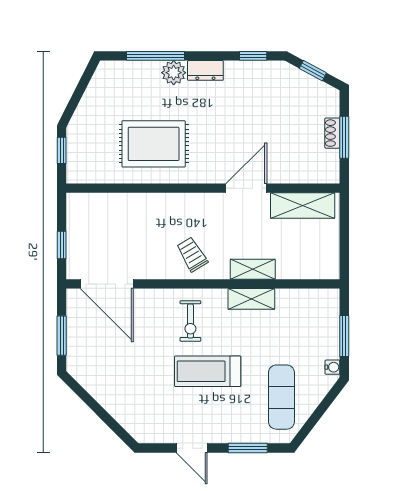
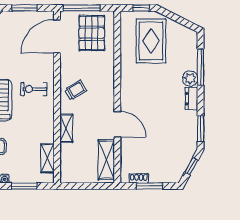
window: (253, 56) -> (201, 129), width x1.50
shoe rack: (332, 133) -> (139, 178), moved
rug: (154, 144) -> (151, 41), moved
pallet: (102, 229) -> (92, 33), added
window: (62, 245) -> (81, 8), width x2.17
shelving: (251, 299) -> (48, 158), moved

